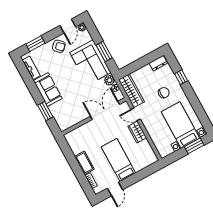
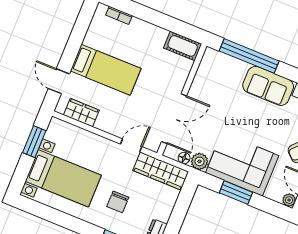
window: (45, 111) -> (249, 56), width x2.11
wardrobe: (137, 132) -> (81, 113), moved
window: (194, 146) -> (34, 142), moved
cot: (84, 163) -> (183, 46), moved
door: (115, 189) -> (59, 81), moved

